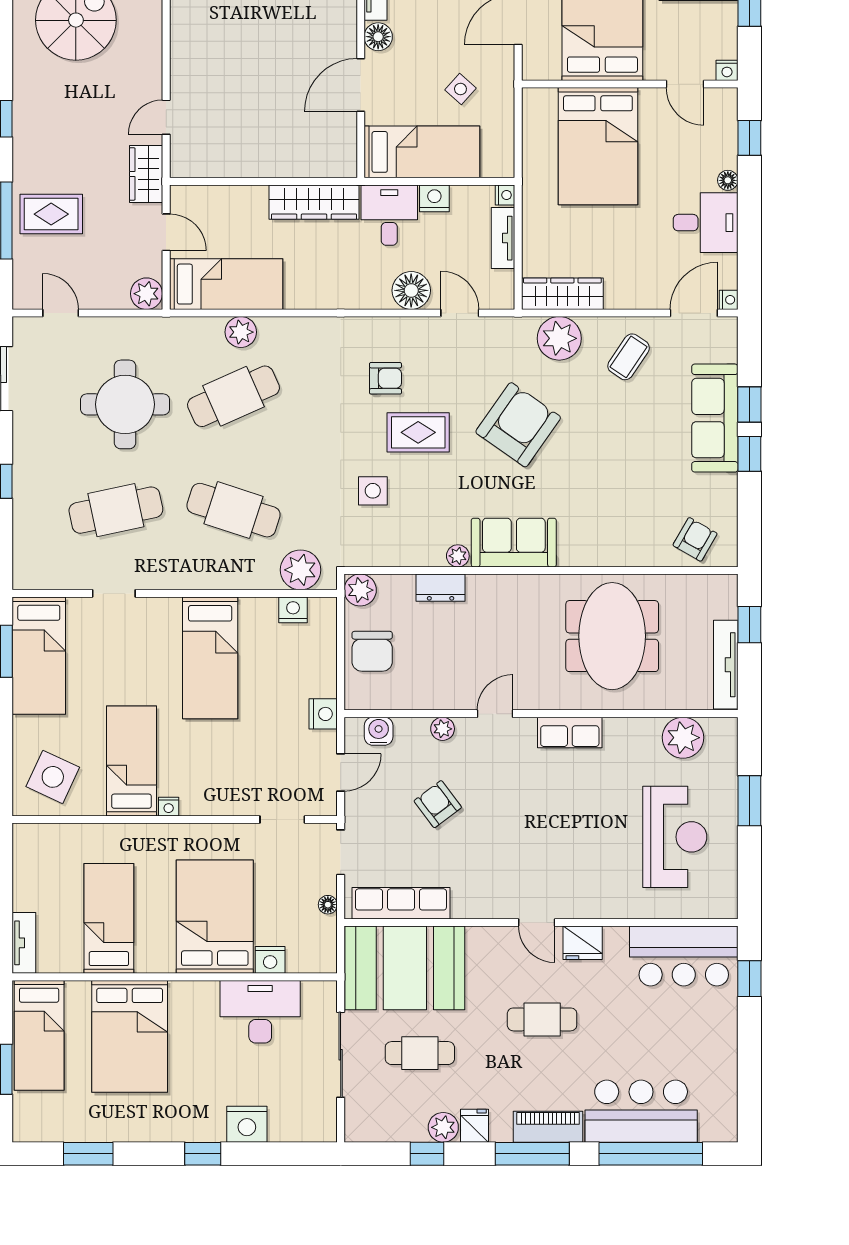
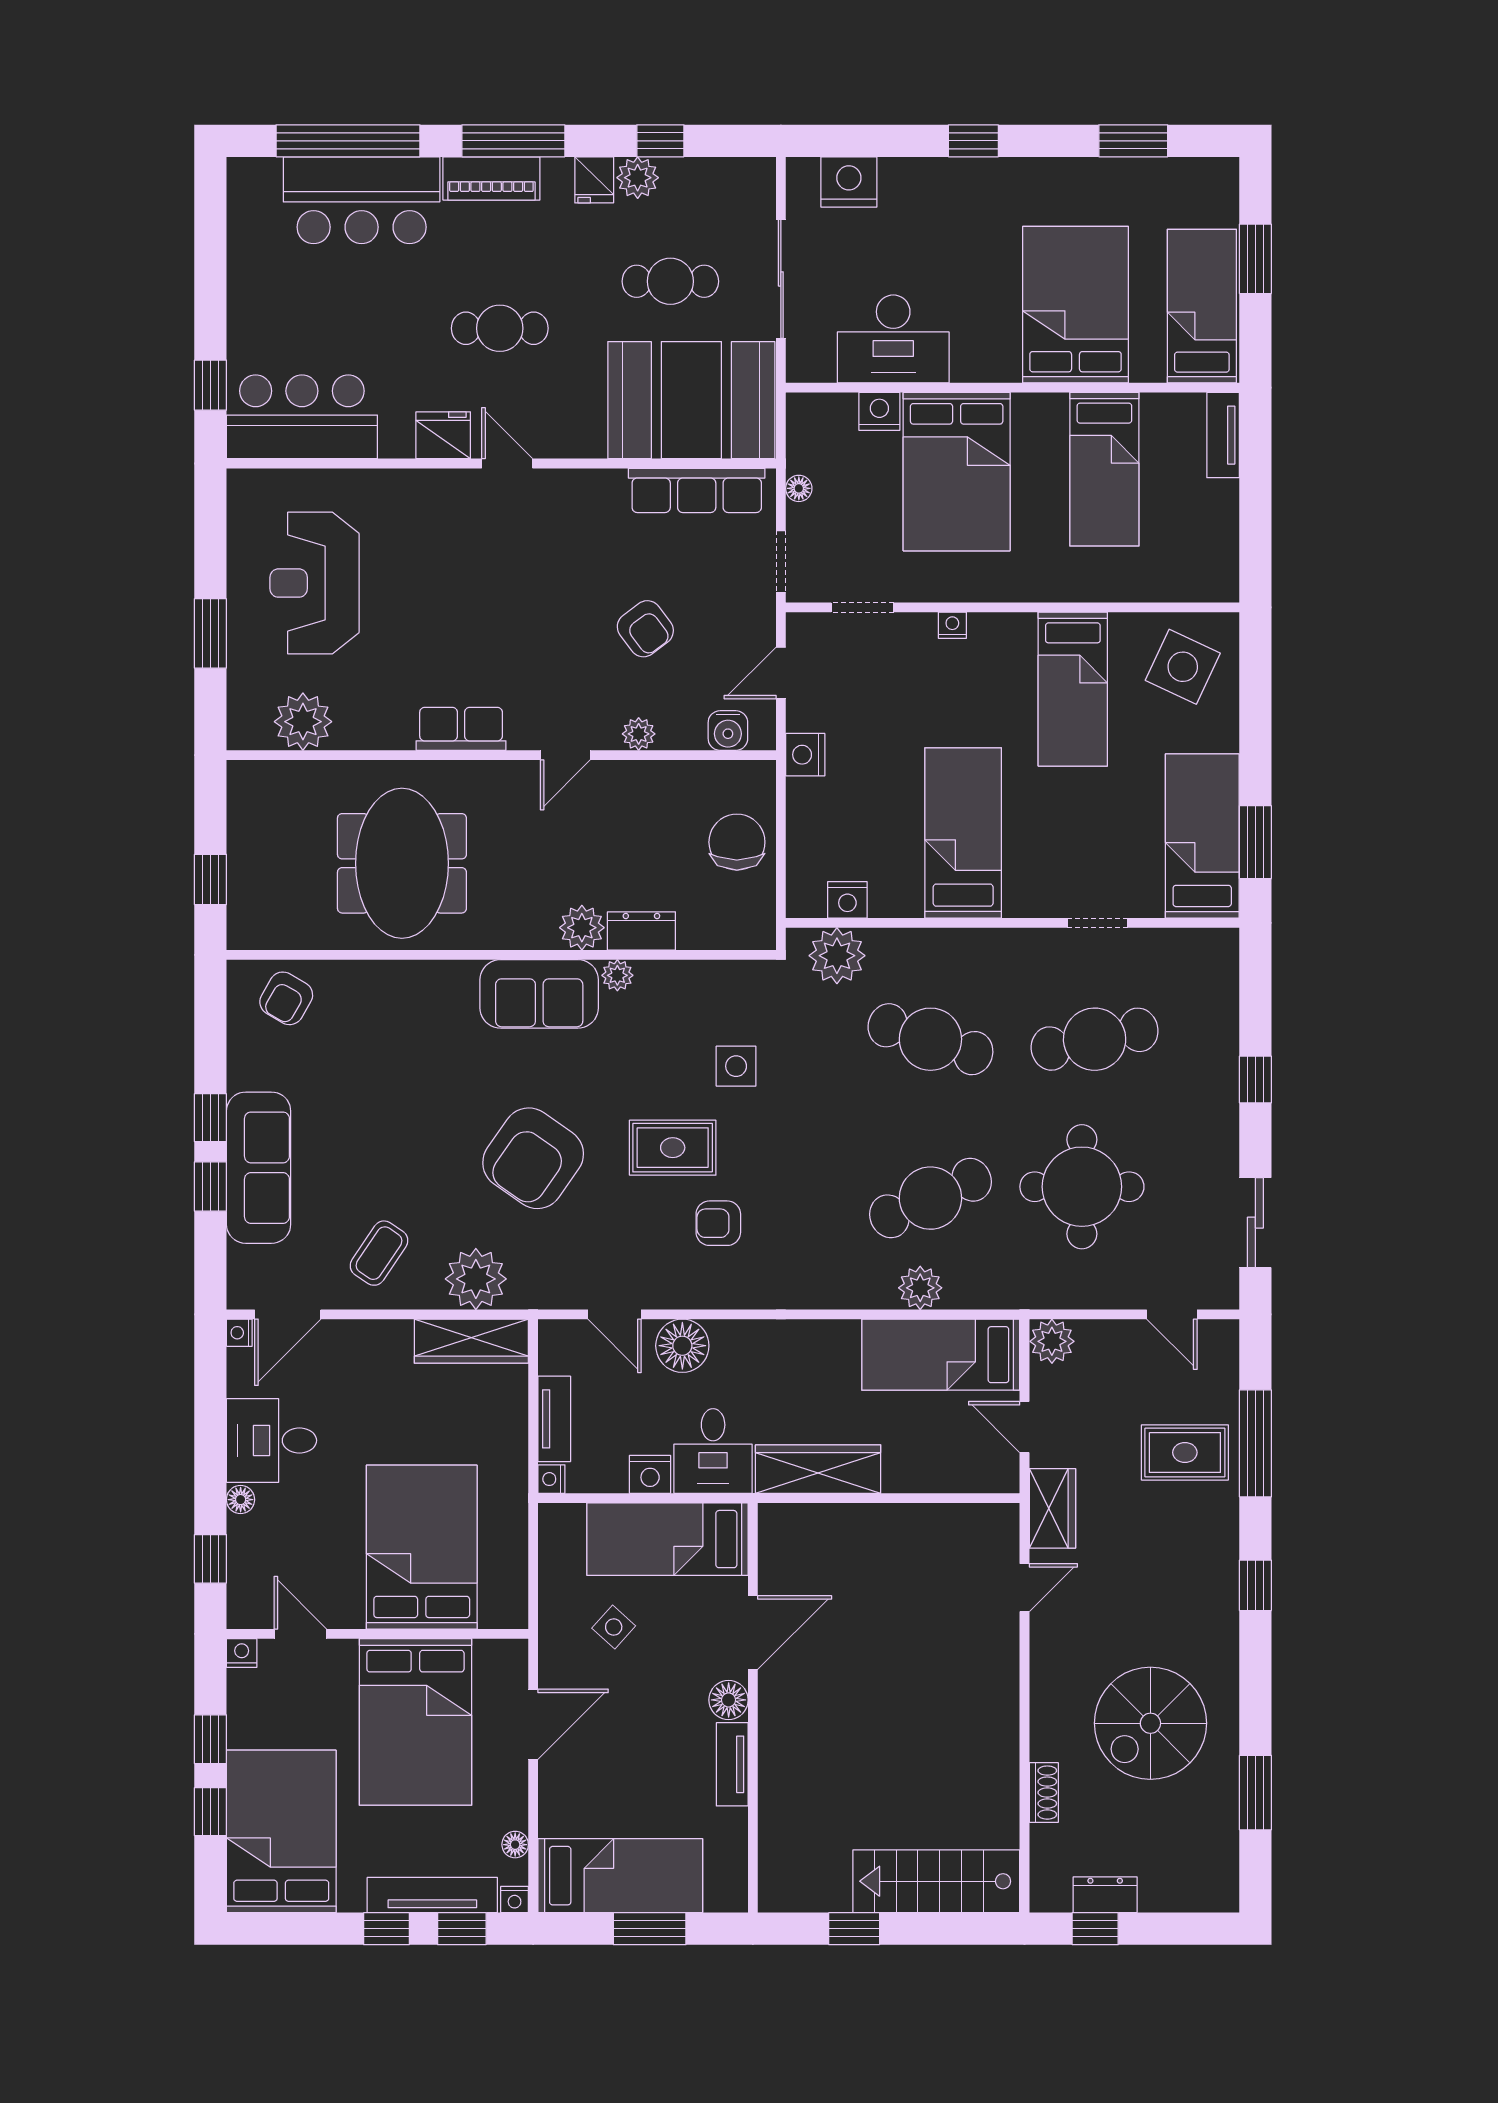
plant: (360, 590) -> (582, 928), moved
tv unit: (726, 665) -> (243, 823), removed
nightstand: (169, 807) -> (952, 625), moved
nightstand: (247, 1124) -> (849, 182), moved

